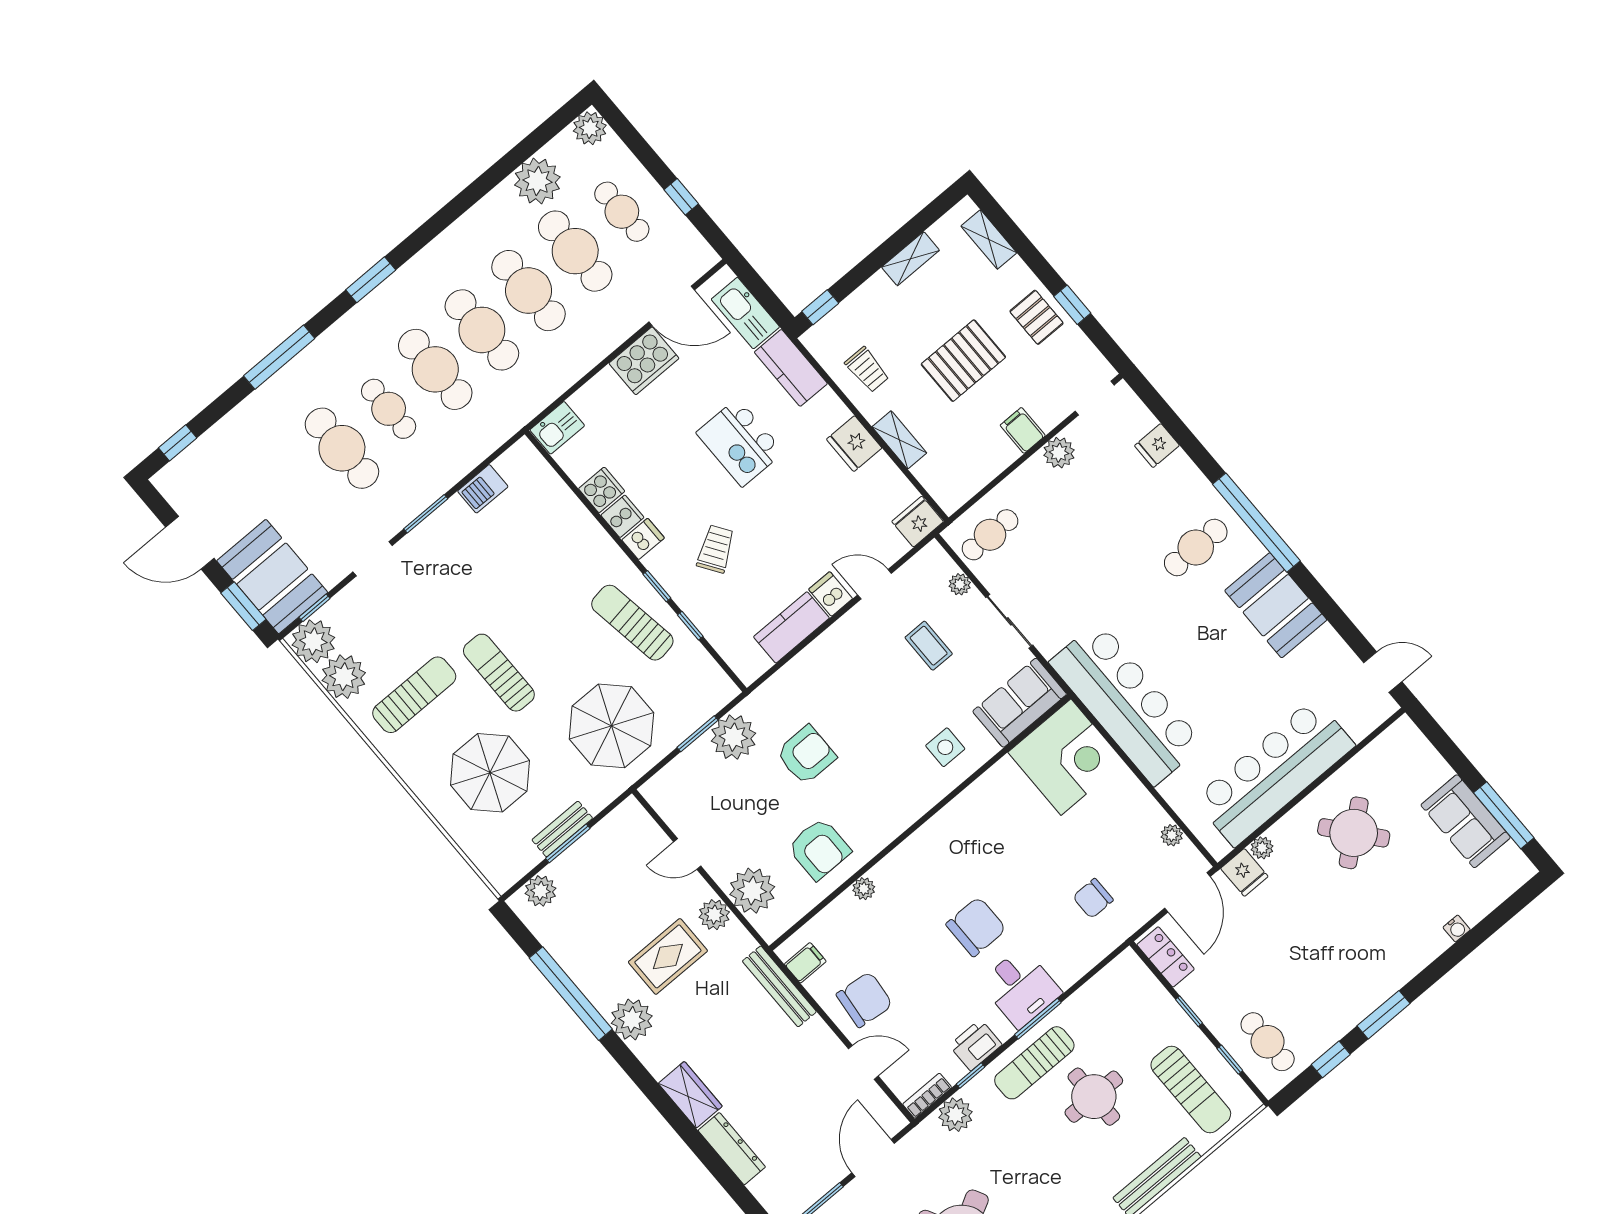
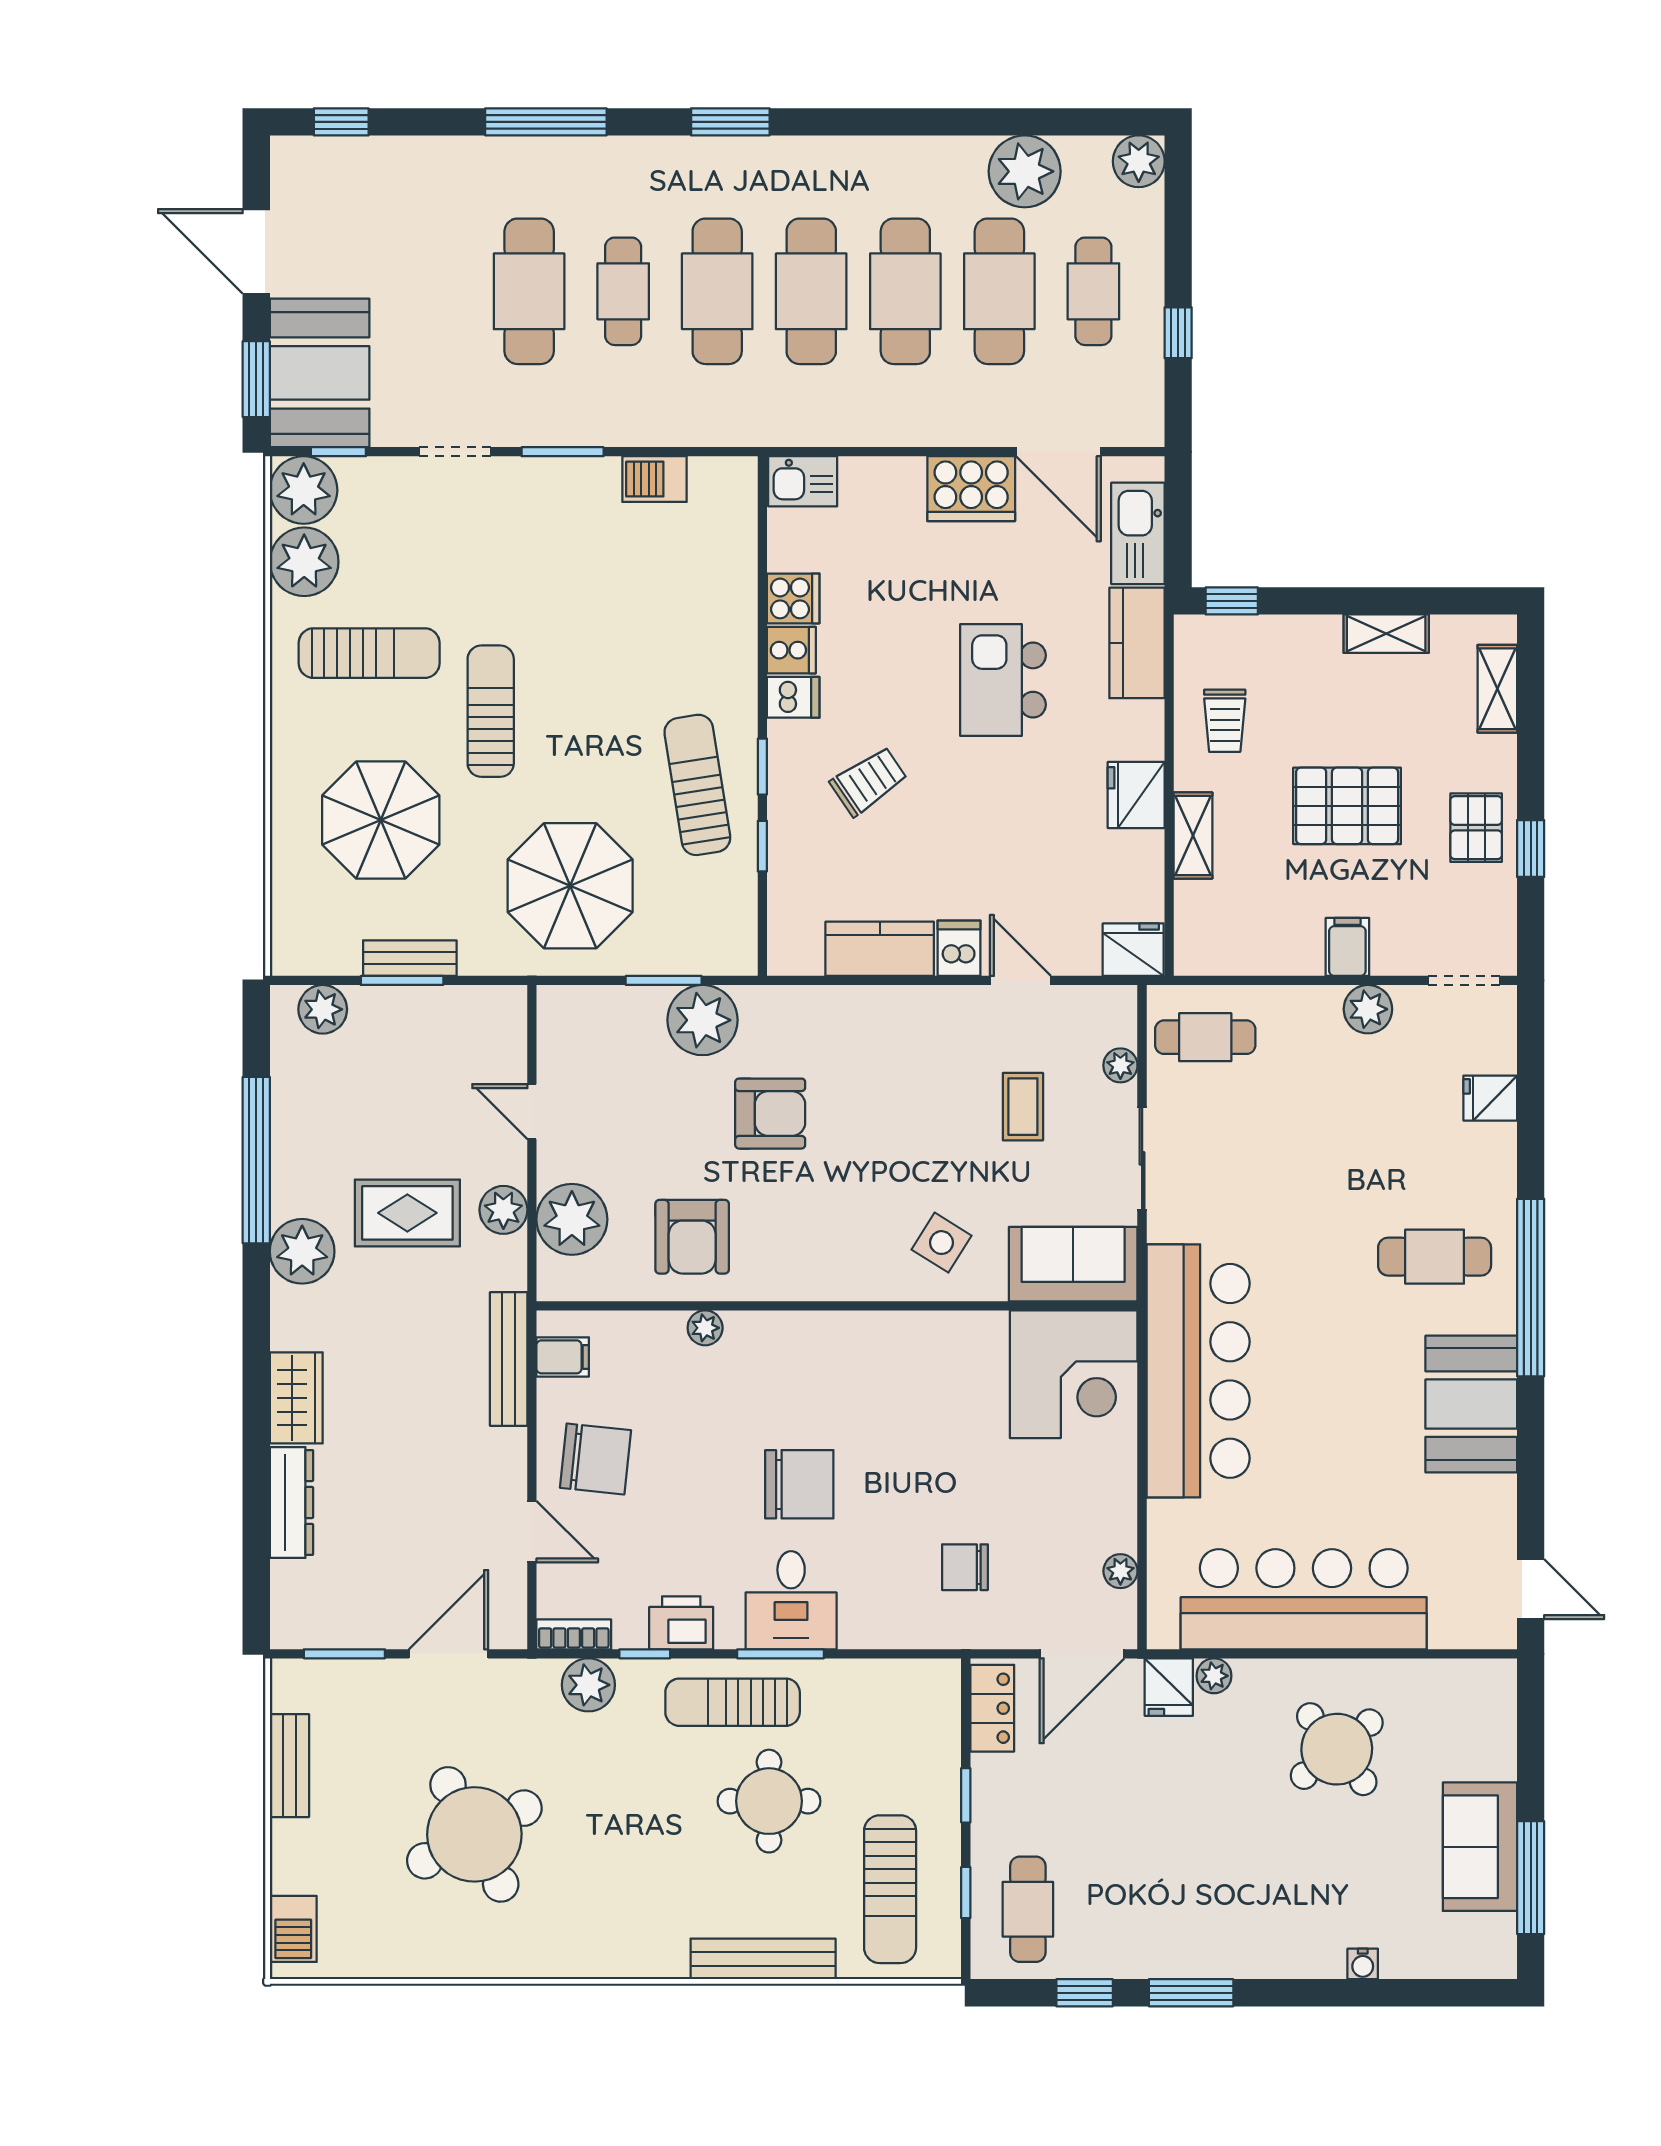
side table: (945, 747) -> (941, 1243), turned 32

